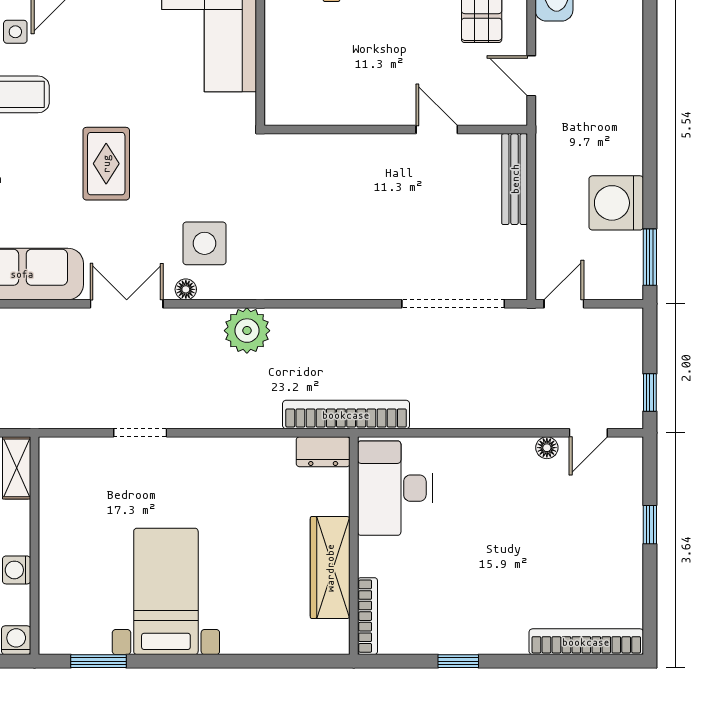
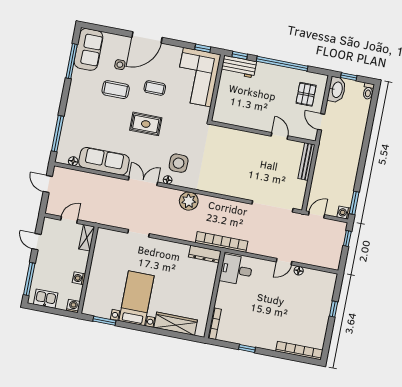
coffee table: (111, 72) -> (155, 88), added
rug: (106, 164) -> (146, 124), turned 90
washing machine: (616, 203) -> (344, 213), moved, width x0.53, depth x0.53
window: (650, 392) -> (347, 238), moved
door: (588, 433) -> (284, 262), moved
dresser: (323, 452) -> (205, 254), width x1.44
desk: (395, 488) -> (236, 270), width x0.73
wardrobe: (330, 568) -> (176, 324), moved, turned 90

